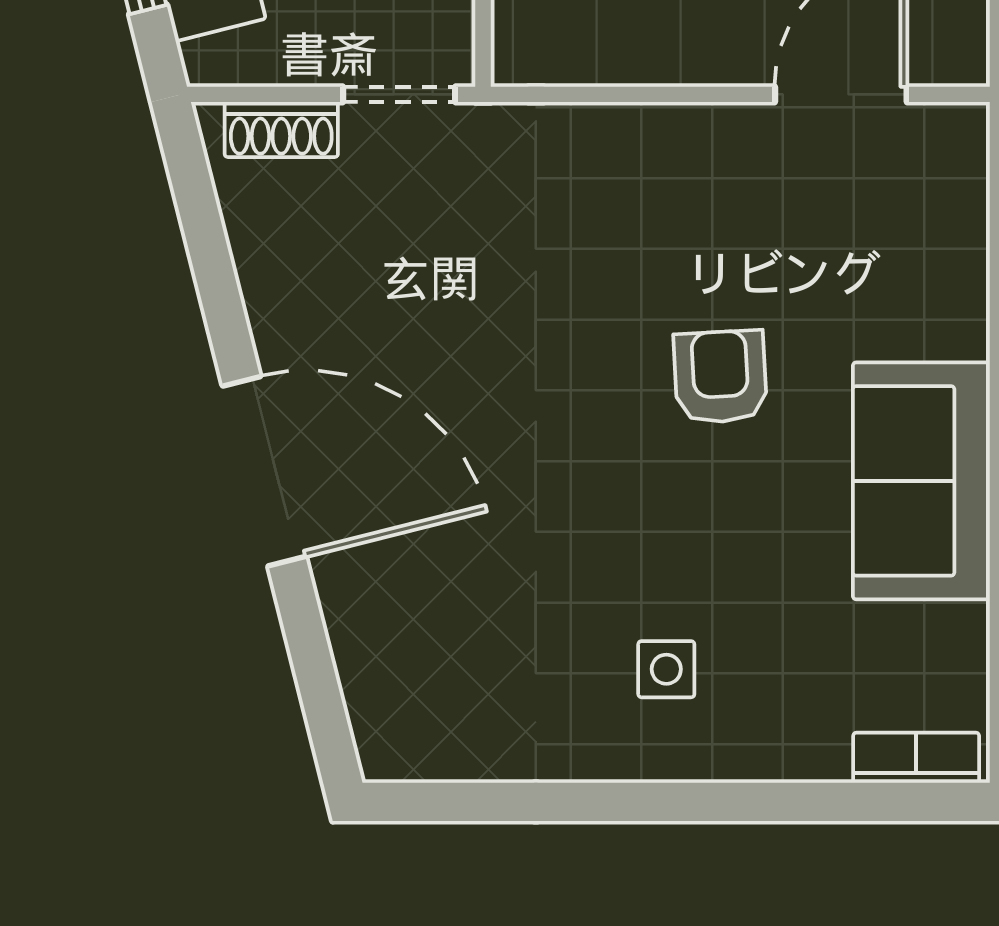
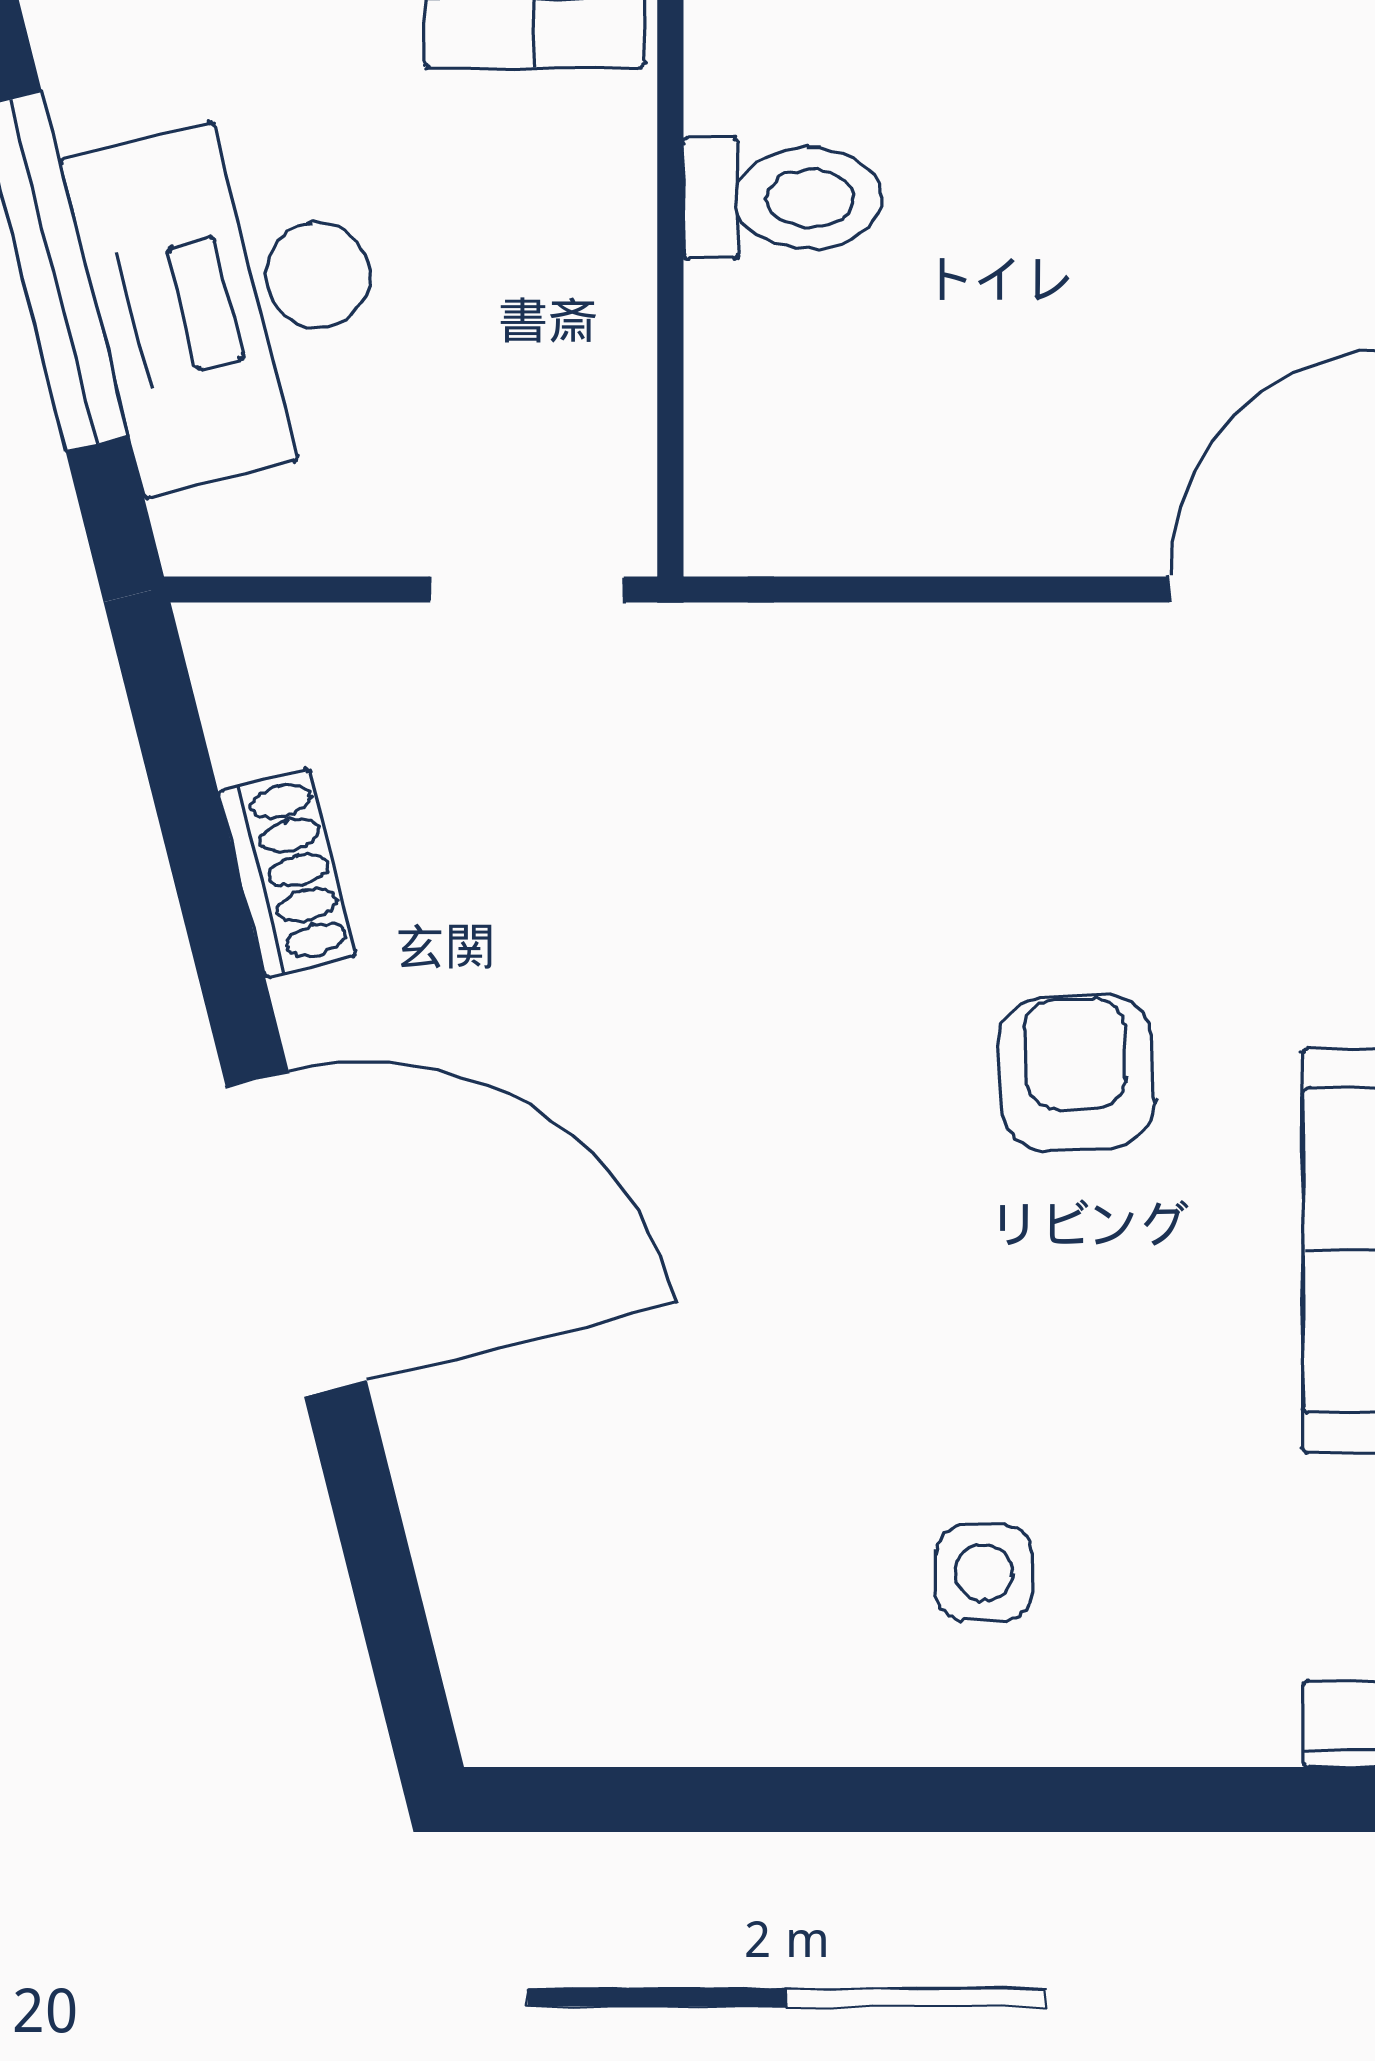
shoe rack: (281, 130) -> (287, 873), moved, turned -104

